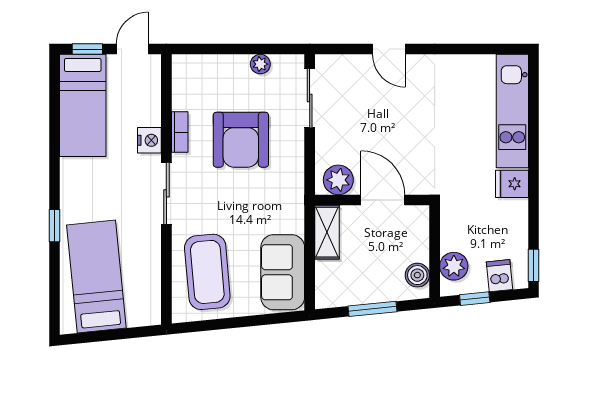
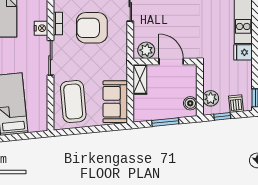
armchair: (241, 140) -> (92, 28), turned 90

